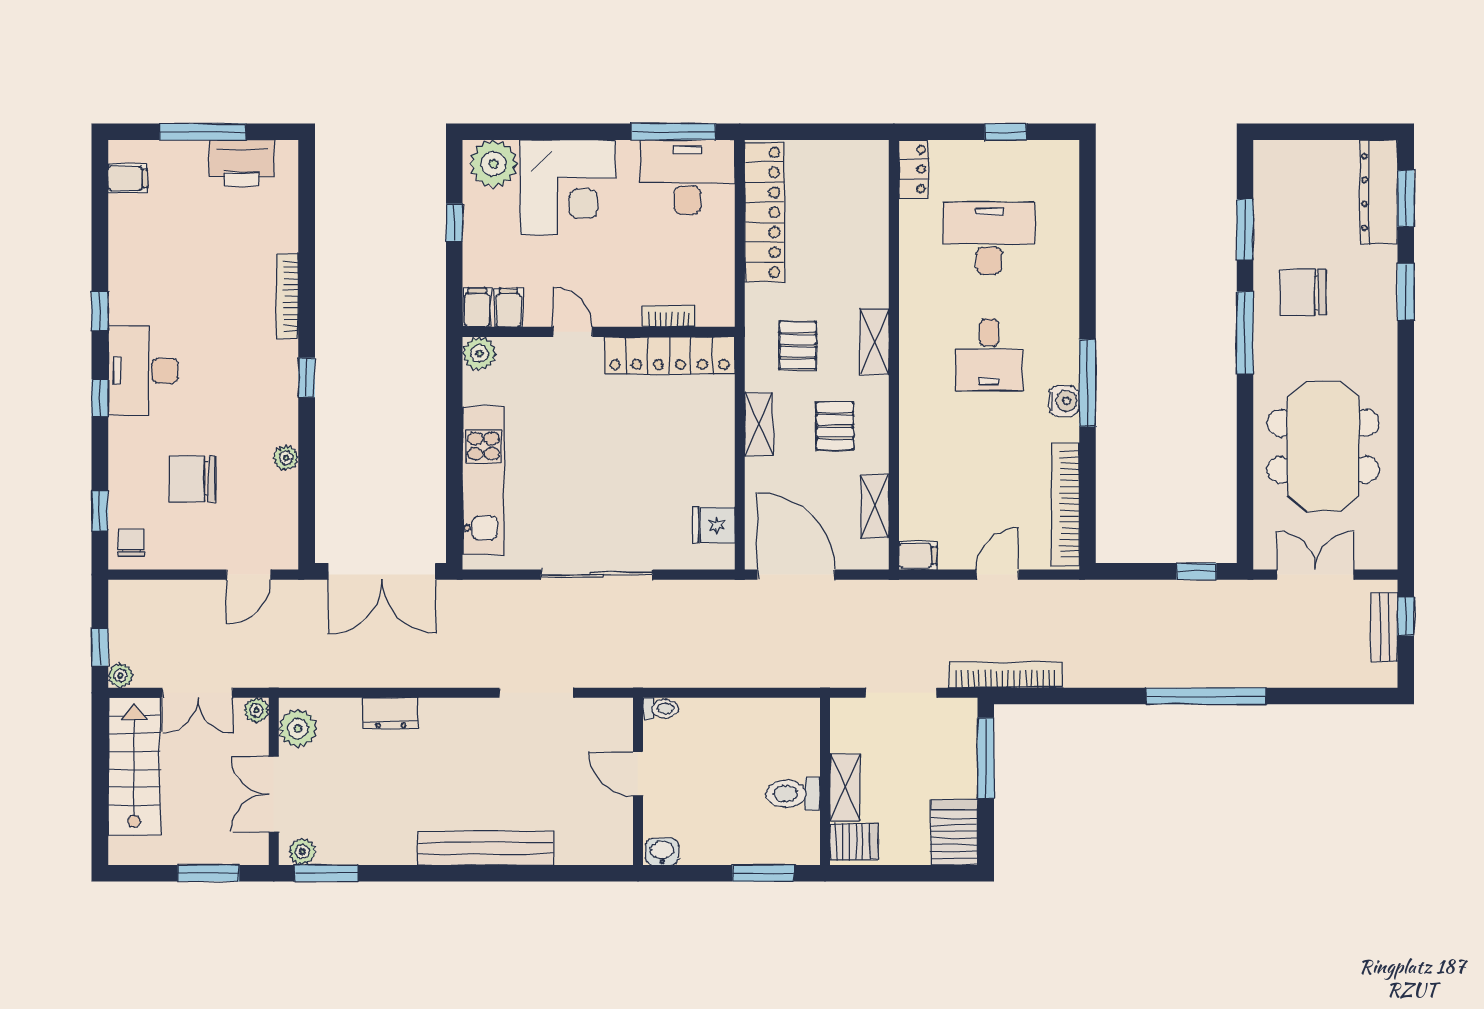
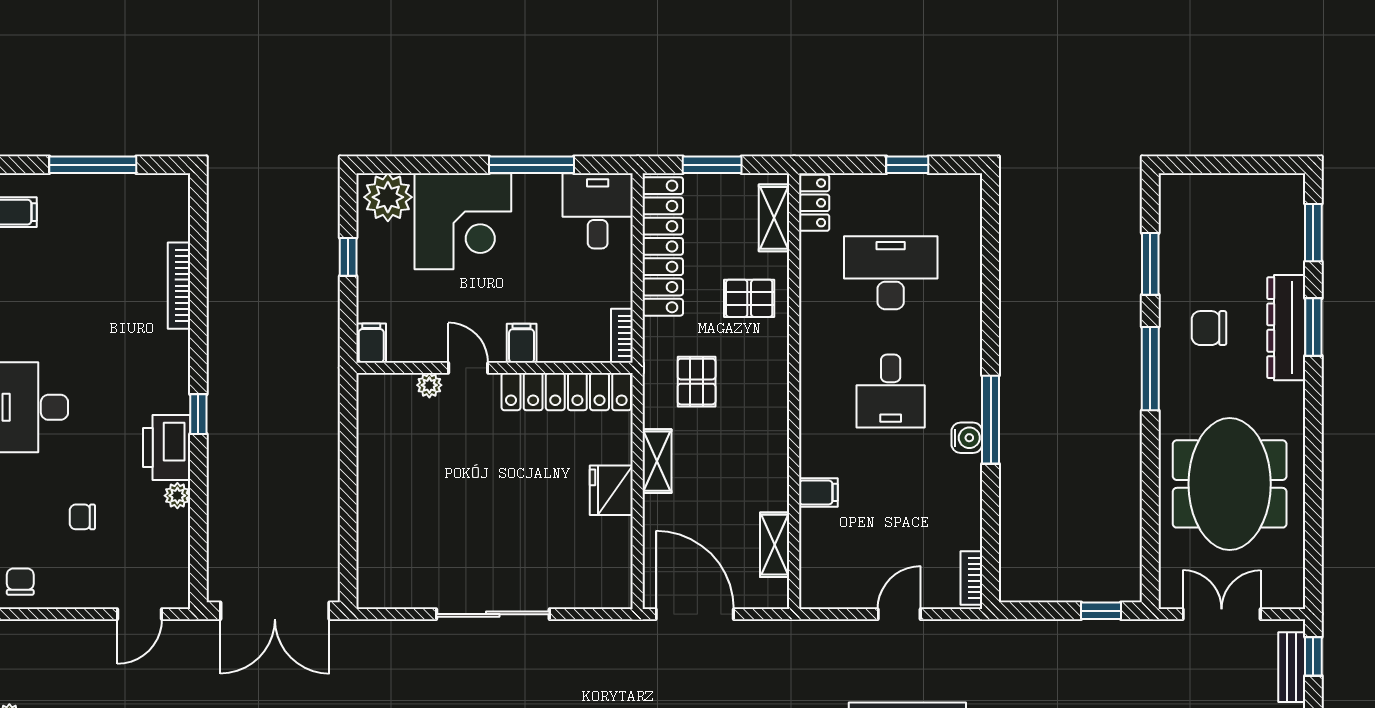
window: (674, 132) -> (532, 165), moved
window: (813, 132) -> (712, 165), added
printer: (242, 163) -> (167, 448), moved, turned 90
desk: (687, 177) -> (598, 211), width x0.73
dresser: (1379, 192) -> (1286, 328), moved
chair: (1303, 293) -> (1209, 328), width x0.73, depth x0.73
bookcase: (288, 296) -> (179, 286), moved
filing cabinet: (509, 308) -> (522, 343), moved
bookcase: (669, 316) -> (622, 336), moved, turned -90
shelving: (874, 342) -> (774, 218), moved
plant: (479, 354) -> (429, 385), moved, width x0.73, depth x0.73
pallet: (835, 426) -> (749, 298), moved, turned 90
chair: (192, 479) -> (82, 517), width x0.54, depth x0.54
kitchen unit: (483, 480) -> (378, 519), removed
bookcase: (1065, 504) -> (971, 578), width x0.43, depth x0.76
fridge: (714, 525) -> (611, 490), moved, width x1.38
filing cabinet: (918, 555) -> (818, 492), moved

